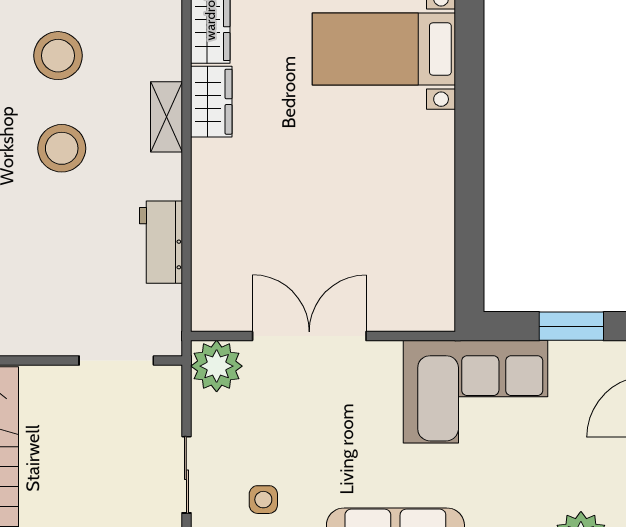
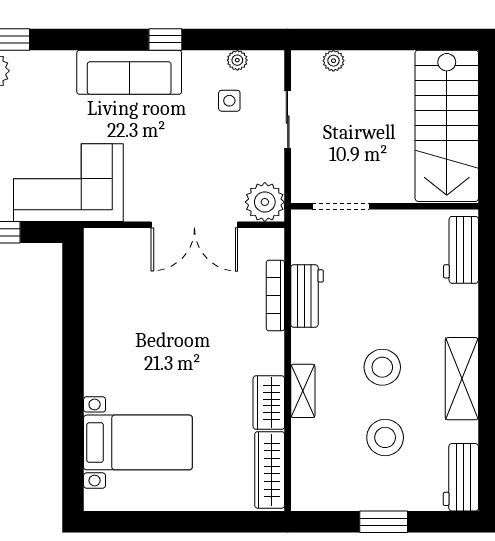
bookcase: (203, 243) -> (275, 296), added

